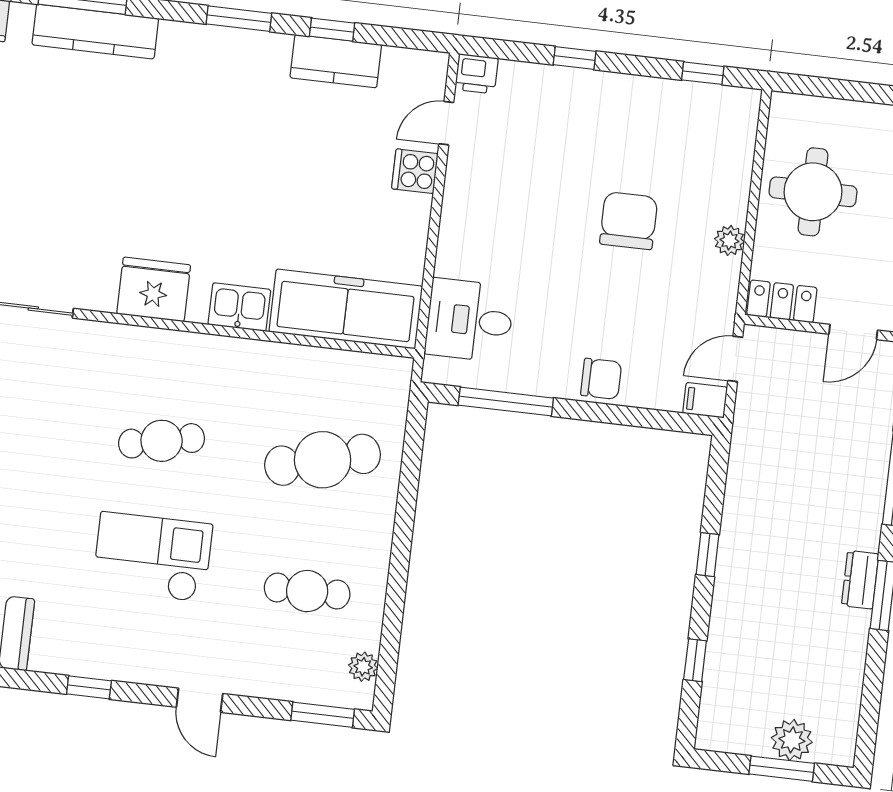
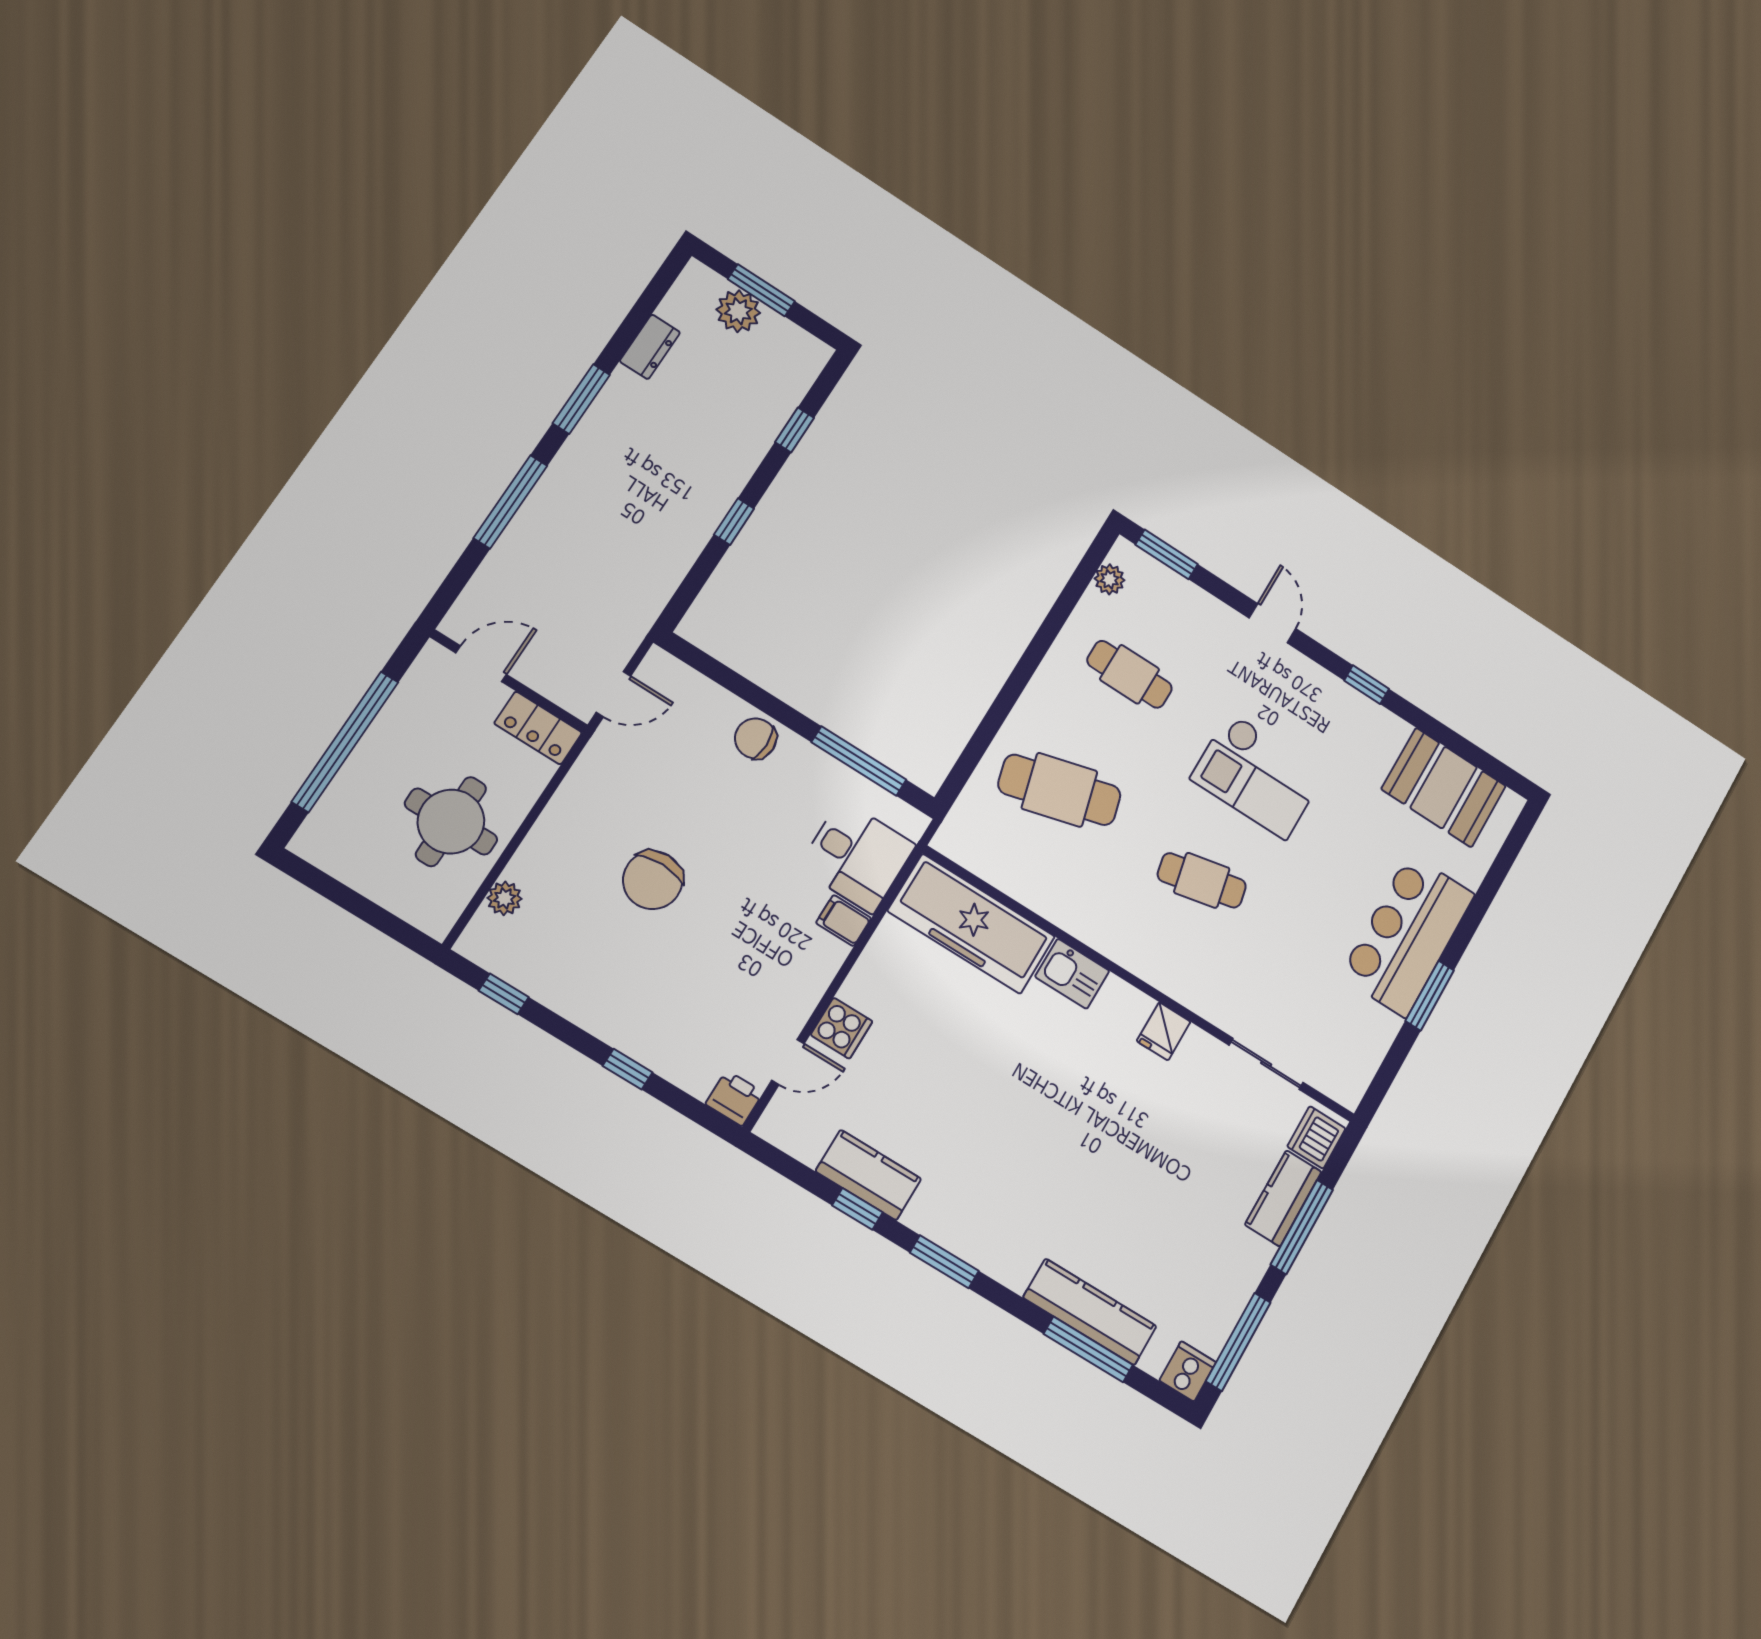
plant: (729, 240) -> (504, 898), moved
fridge: (154, 289) -> (1164, 1031), width x0.53, depth x0.75
filing cabinet: (705, 400) -> (844, 921), moved, turned 180
dresser: (860, 580) -> (650, 347), moved

